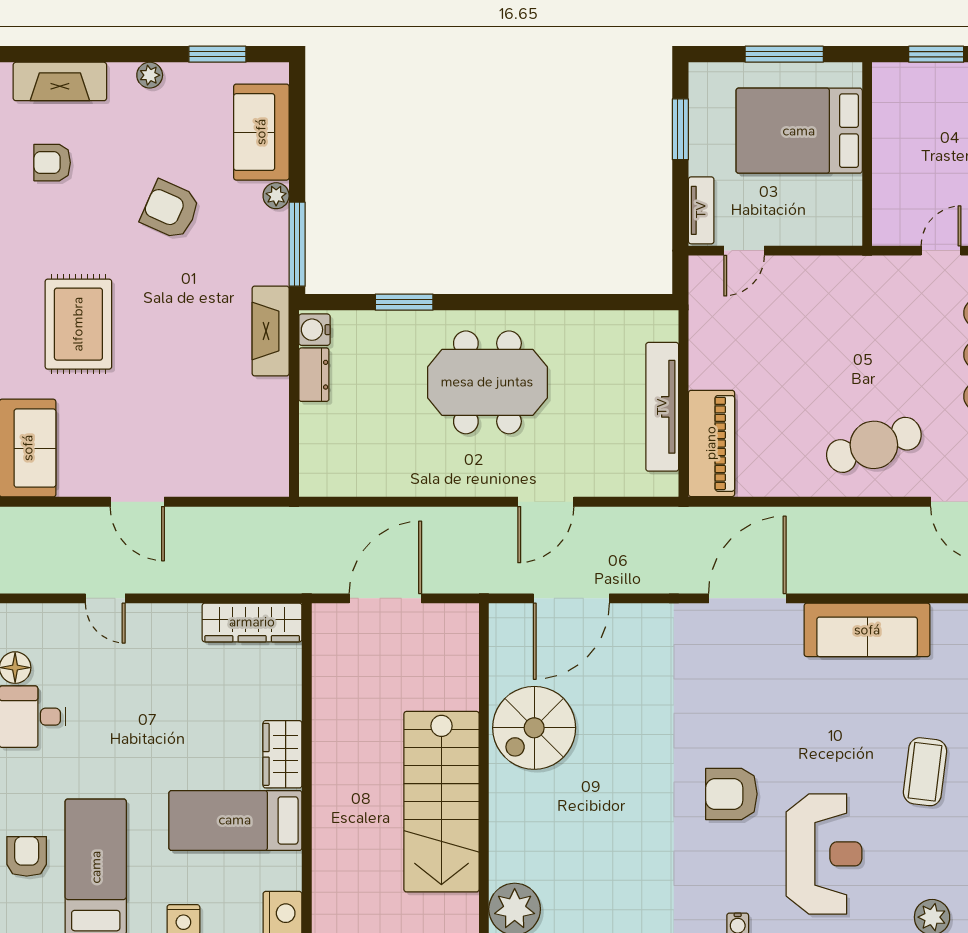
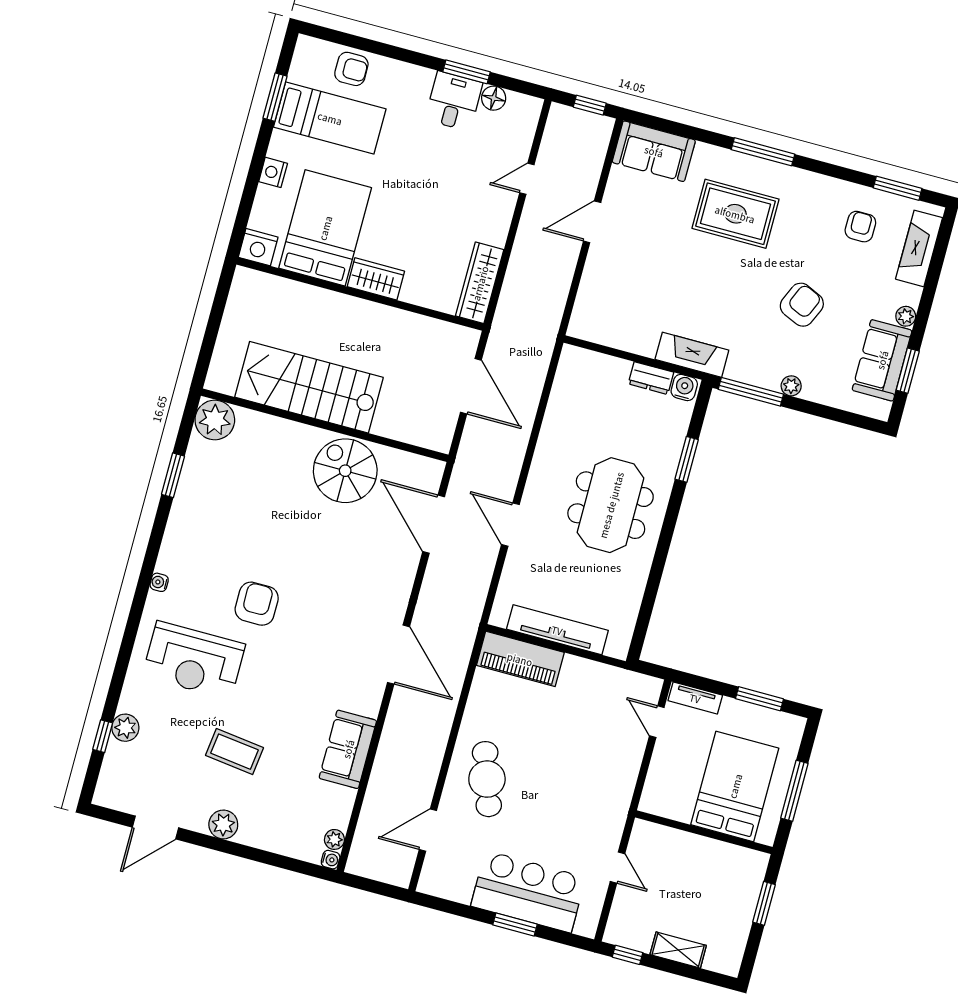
sofa: (261, 132) -> (882, 360), moved, turned -90
sofa: (867, 630) -> (348, 749), width x0.73
bed: (235, 820) -> (325, 228), width x1.50

